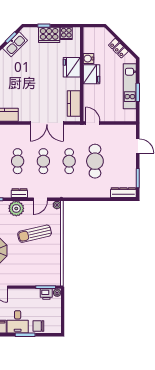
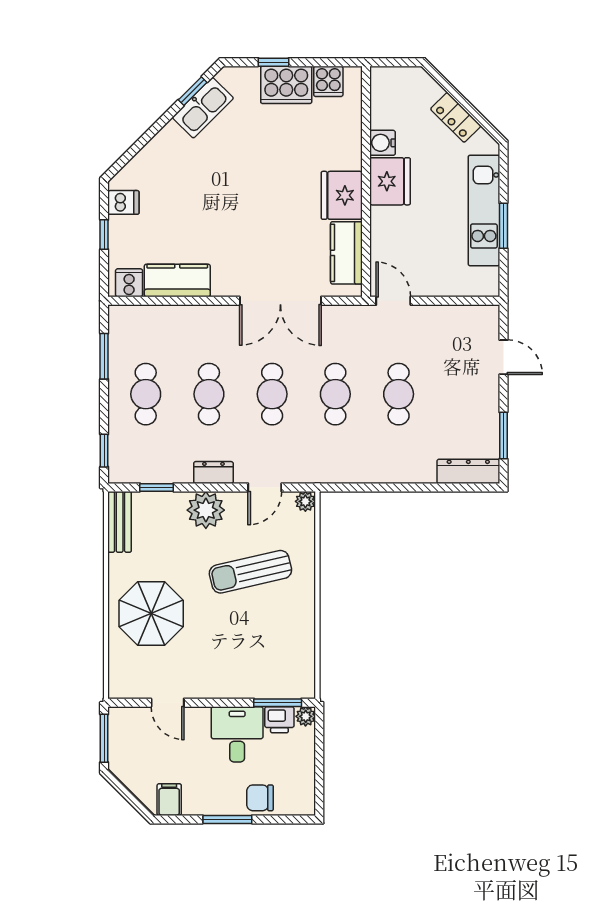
fridge: (72, 67) -> (342, 195), moved
cafe table: (95, 161) -> (399, 394), width x0.73, depth x0.74
desk: (18, 322) -> (237, 734), moved, turned 180

